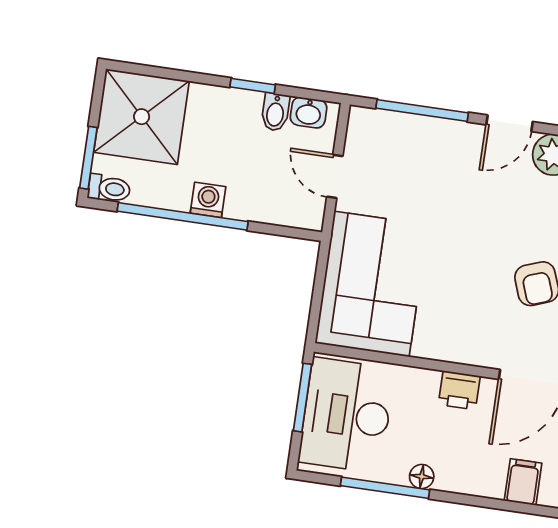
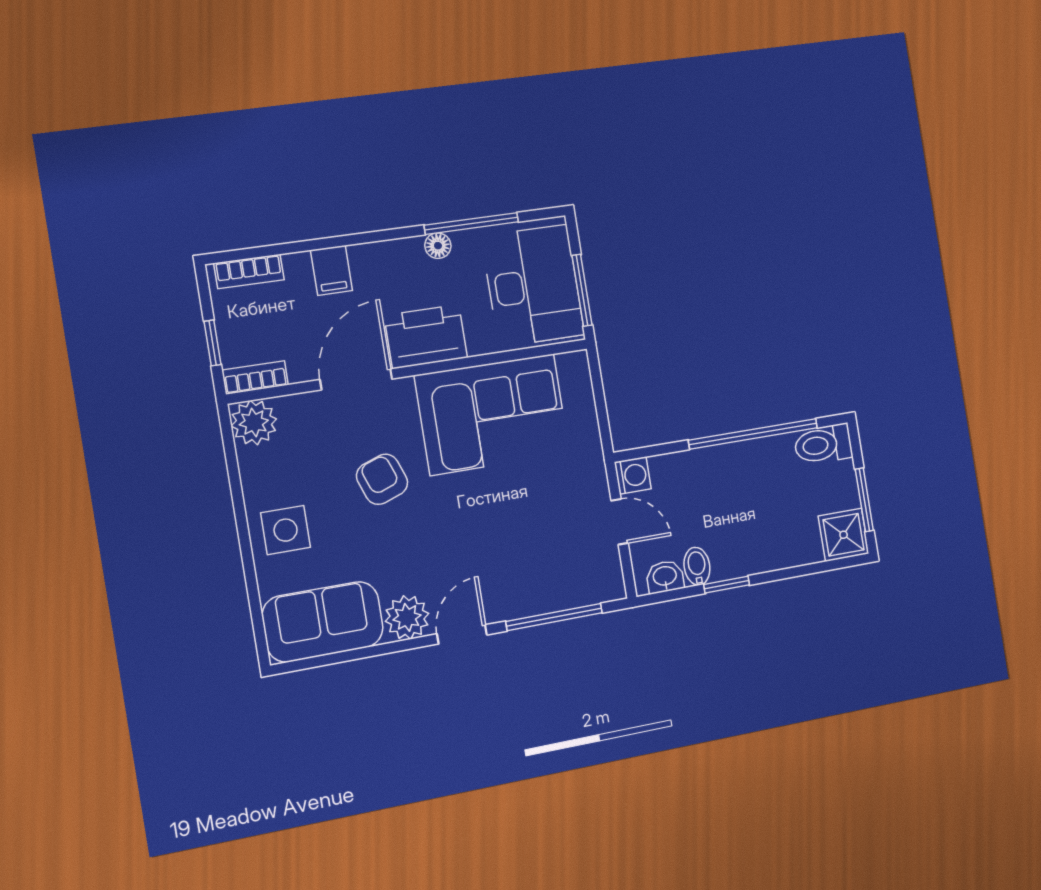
shower: (142, 117) -> (844, 535), width x0.54, depth x0.54
window: (88, 158) -> (864, 500), moved
toilet: (109, 188) -> (823, 444), width x1.37, depth x1.39
washing machine: (208, 200) -> (633, 475), moved, turned -90
corner sofa: (372, 284) -> (492, 414), moved, turned -90
printer: (459, 390) -> (426, 337), width x1.87, depth x1.48

